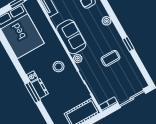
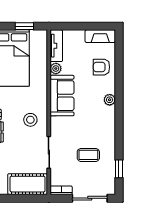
window: (128, 44) -> (119, 169), moved
plant: (78, 58) -> (56, 68), moved
coffee table: (111, 58) -> (88, 155), moved

